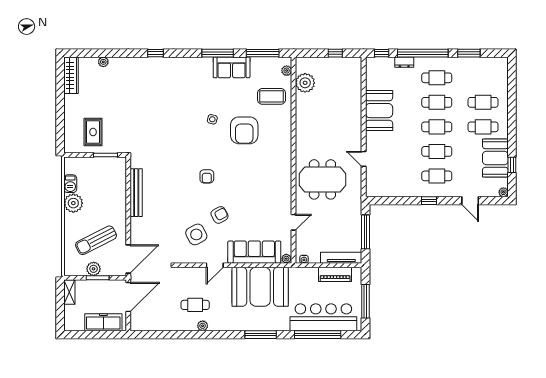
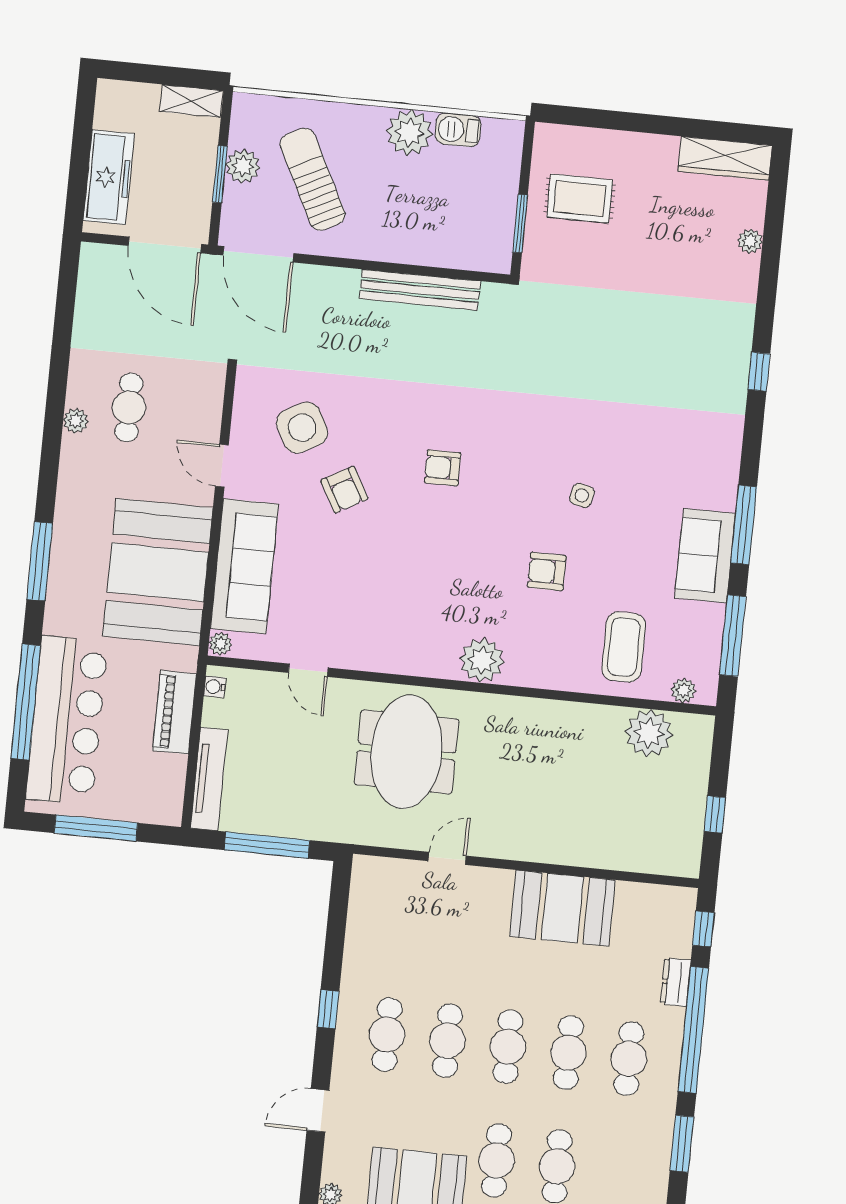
armchair: (244, 130) -> (547, 571), width x0.53, depth x0.53
plant: (283, 153) -> (482, 660), added
piano: (335, 274) -> (174, 712), moved

